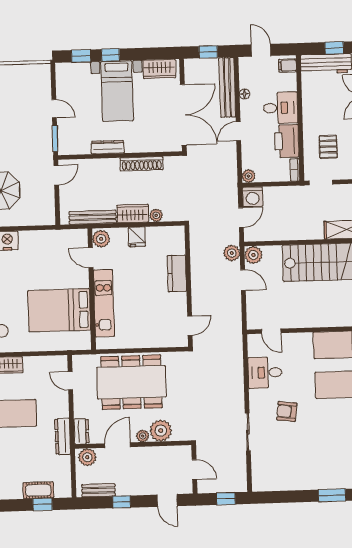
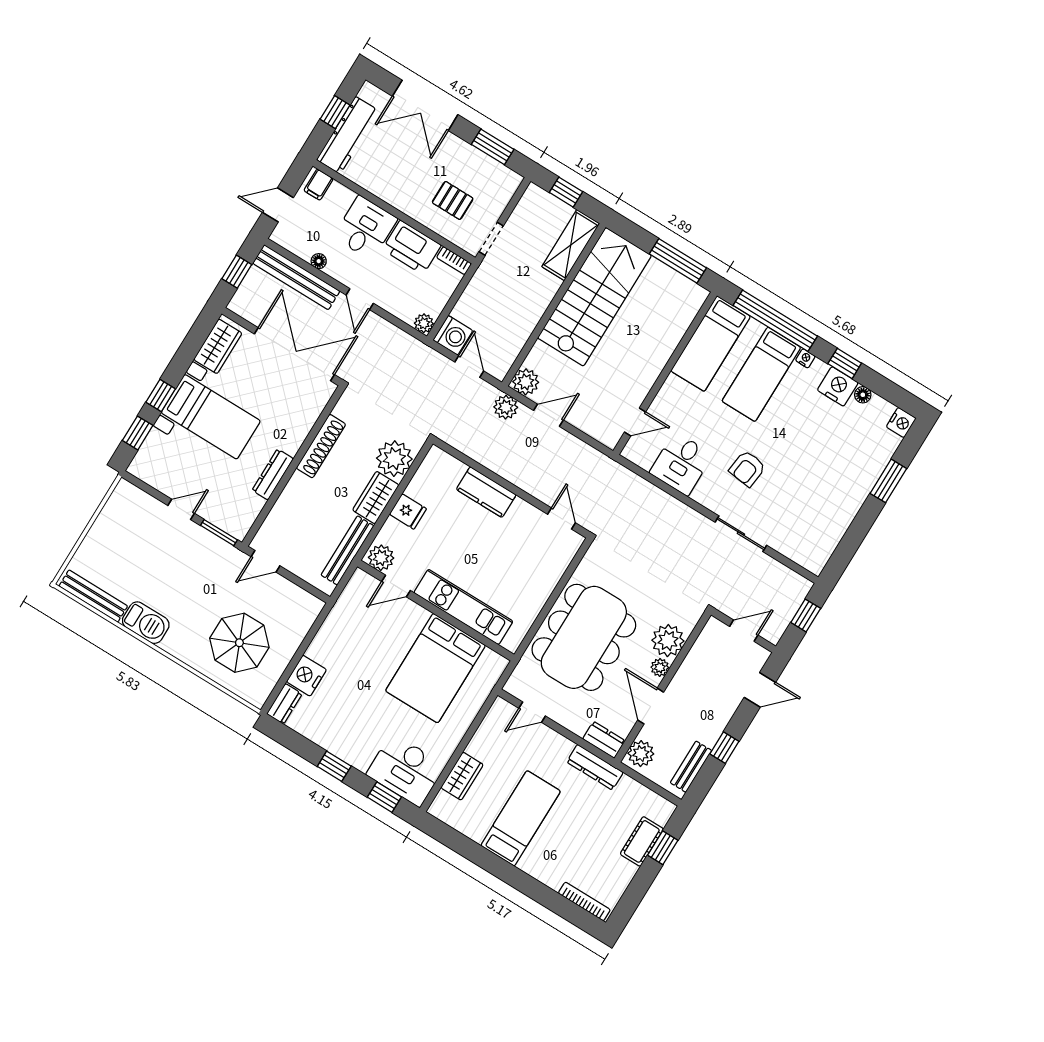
door: (56, 175) -> (265, 561), swing flipped
plant: (156, 215) -> (394, 459), width x1.88, depth x1.88

